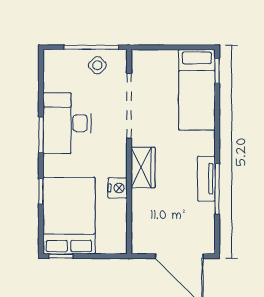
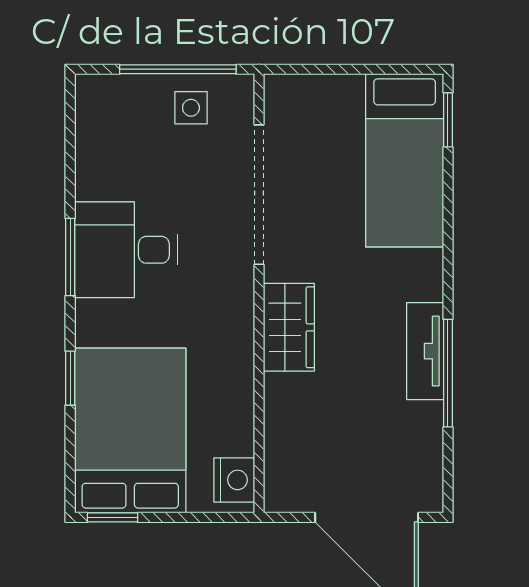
side table: (97, 65) -> (191, 108), turned 45
desk: (67, 123) -> (126, 250), width x0.73
nightstand: (118, 188) -> (234, 480), moved

